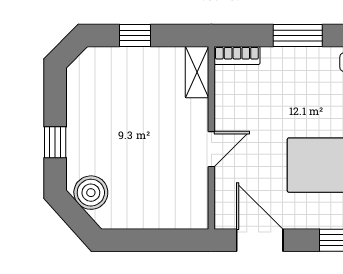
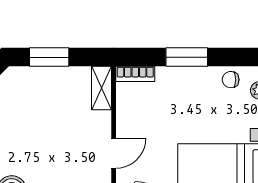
window: (135, 35) -> (49, 57), width x1.50

